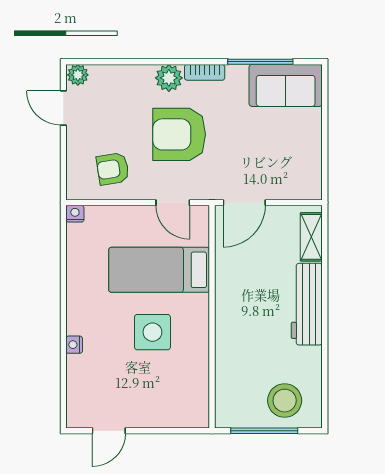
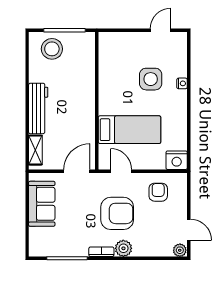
sofa: (286, 85) -> (42, 204), moved, turned 90
armchair: (113, 169) -> (158, 192), turned -81
nightstand: (75, 214) -> (177, 160), width x1.89, depth x1.79
side table: (152, 332) -> (151, 79), moved

